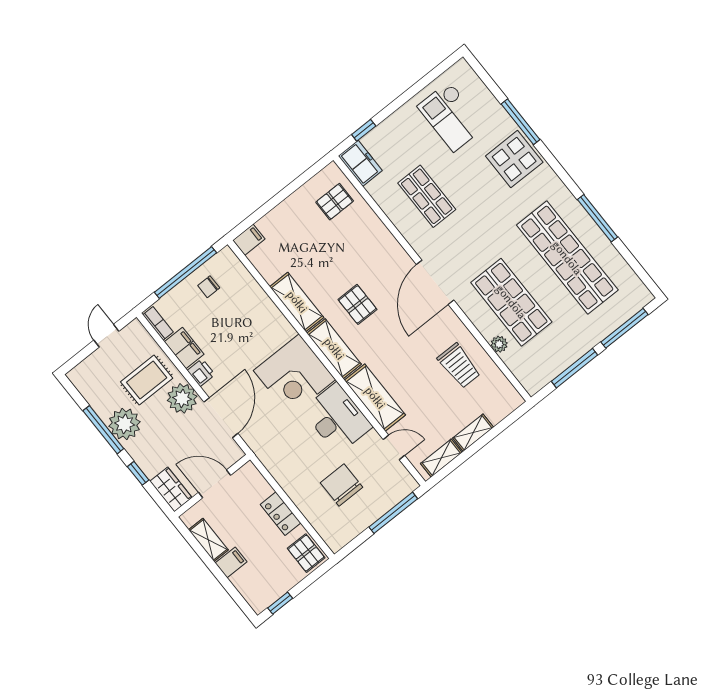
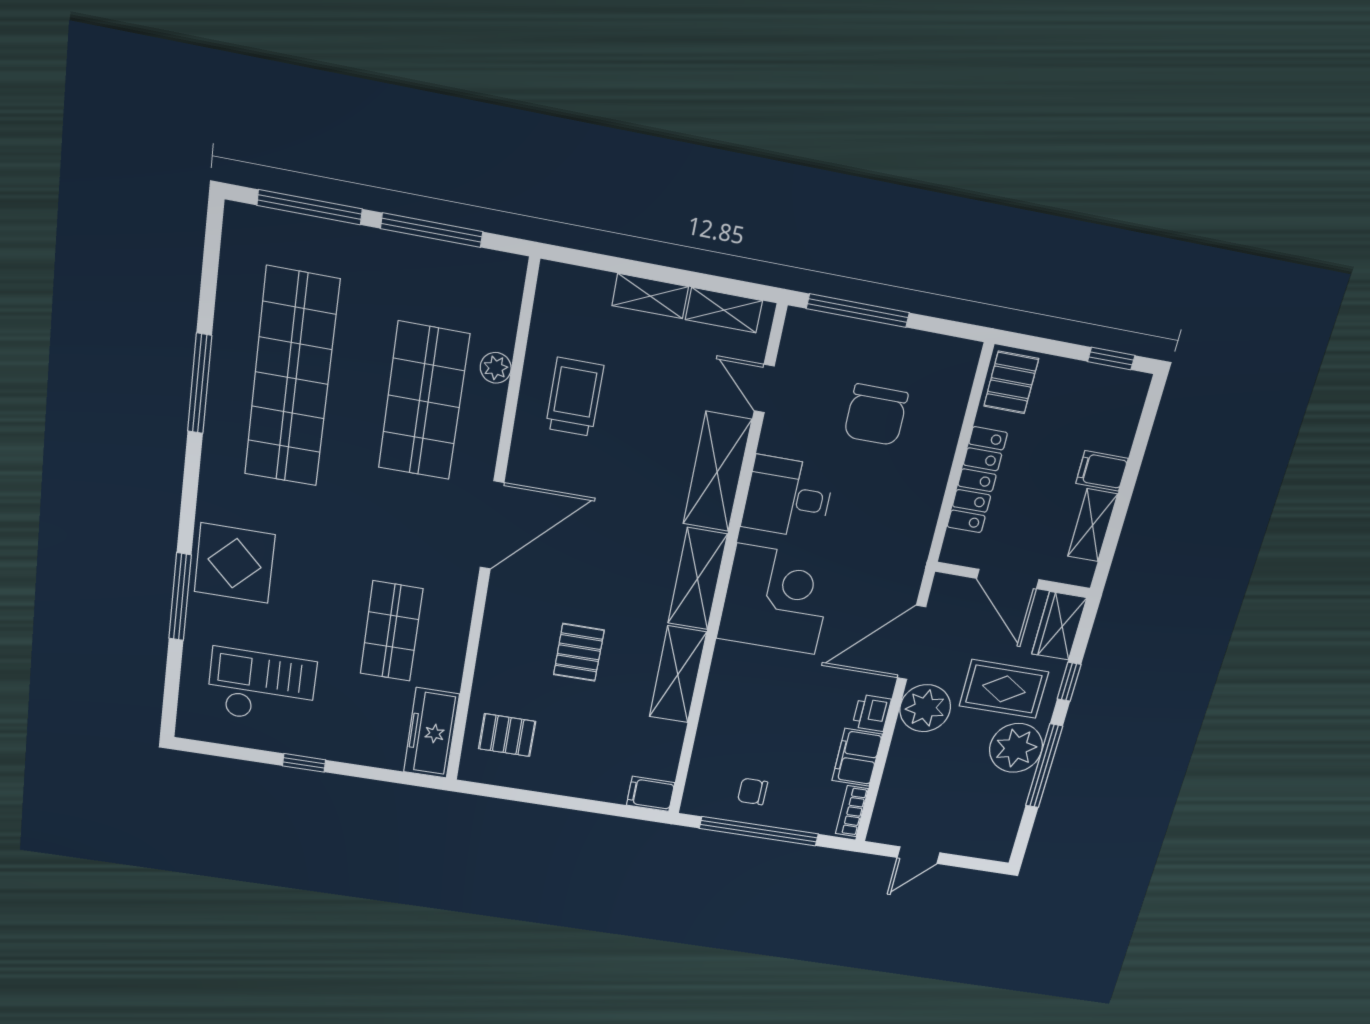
checkout: (451, 116) -> (262, 687), turned -90
window: (364, 130) -> (304, 763), moved
freezer: (360, 163) -> (431, 733), width x1.40
chair: (209, 287) -> (753, 791), turned 180
pallet: (357, 304) -> (579, 652), moved
rug: (147, 380) -> (1004, 689), moved
desk: (337, 418) -> (788, 497), width x0.73
locker: (281, 514) -> (977, 480), width x1.53

